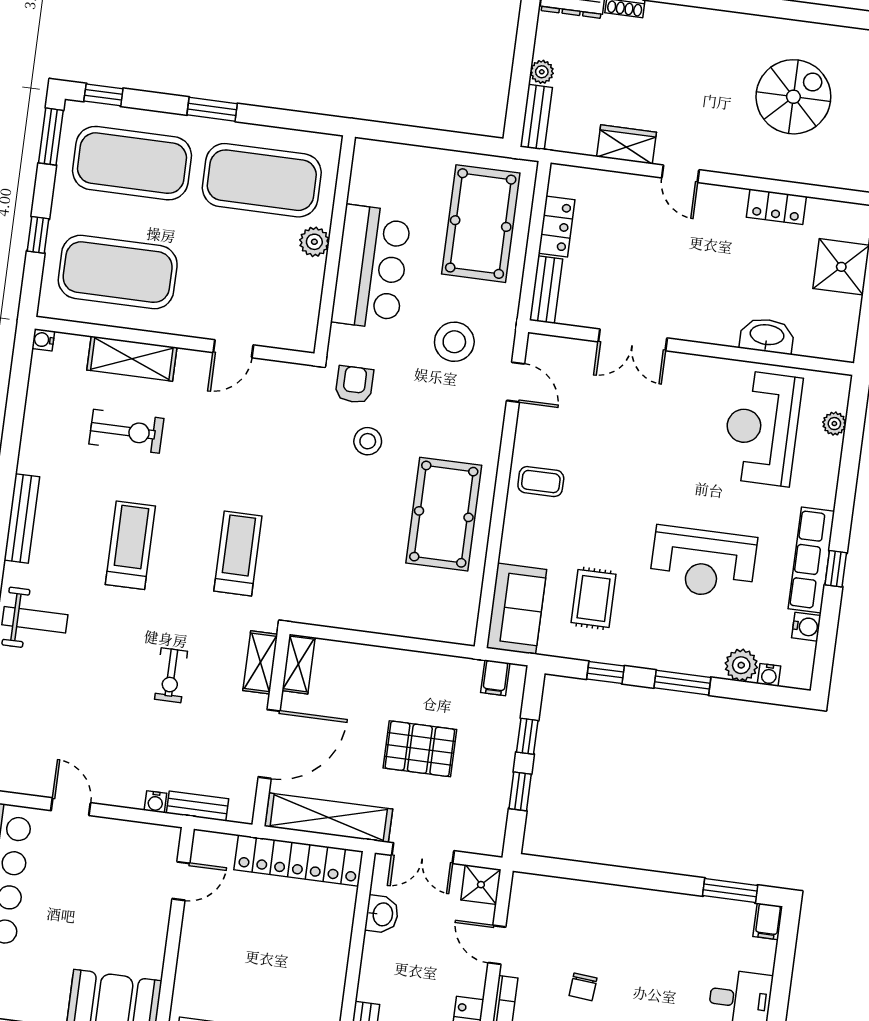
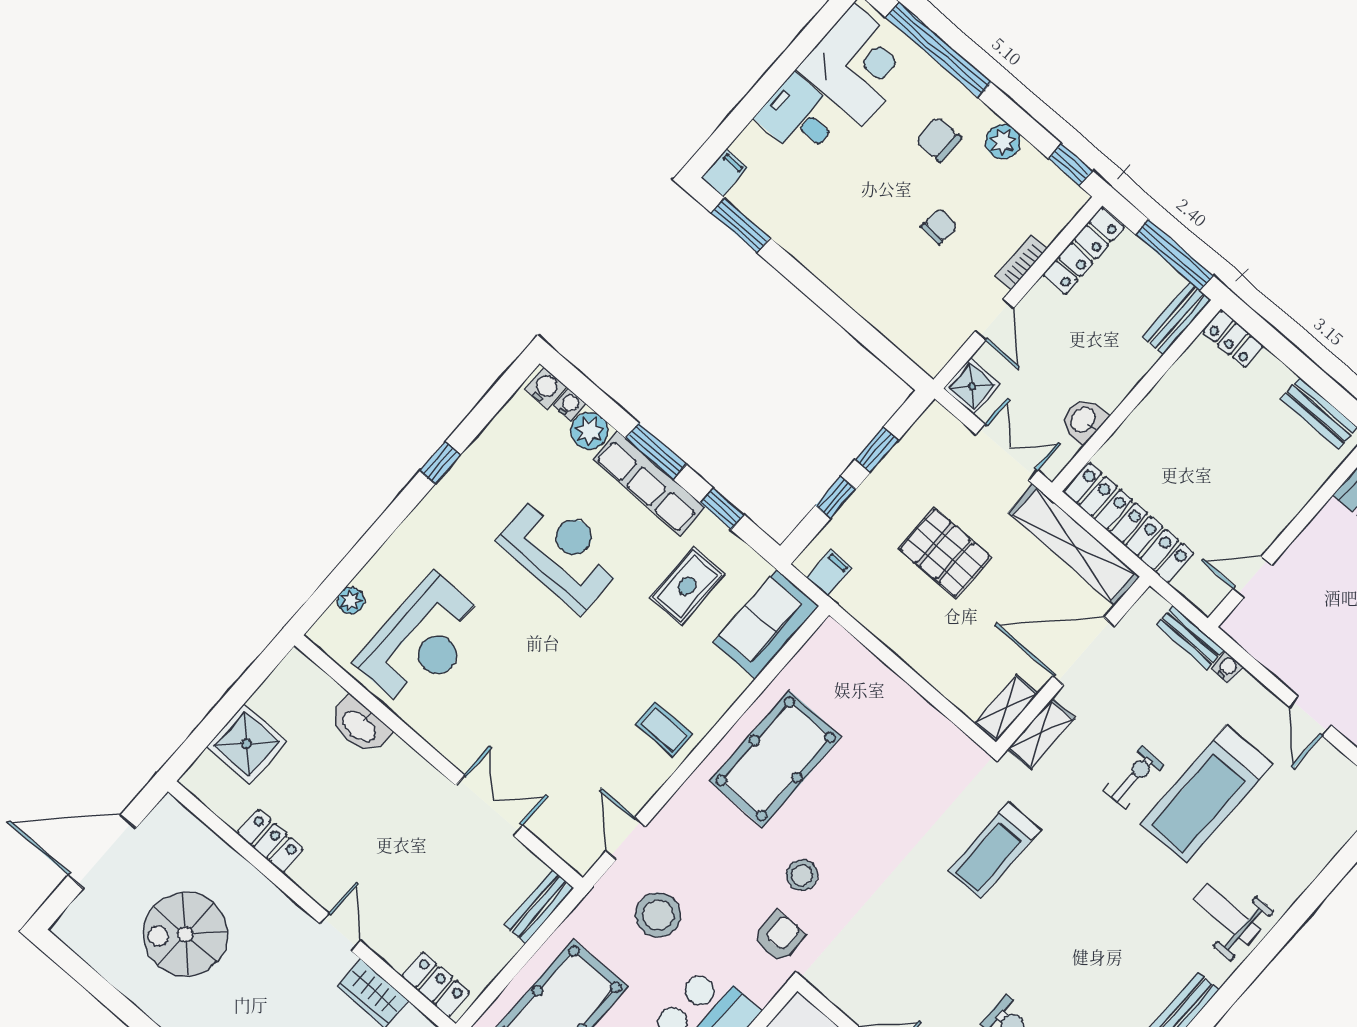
locker: (557, 227) -> (436, 984), moved, turned 90
armchair: (354, 385) -> (779, 937), turned 180
treadmill: (130, 545) -> (1207, 794), moved, width x1.37, depth x1.38
row of seats: (811, 560) -> (649, 483), moved, turned 90
water cooler: (806, 627) -> (545, 388), moved, turned 90

